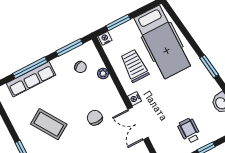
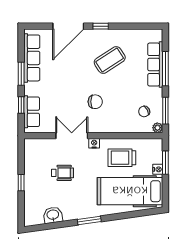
nightstand: (105, 38) -> (158, 169), moved
trolley: (135, 66) -> (122, 158), turned 180
plant: (103, 73) -> (157, 128), moved
wheelchair: (189, 131) -> (62, 173), moved

